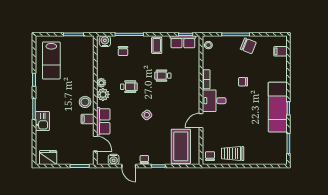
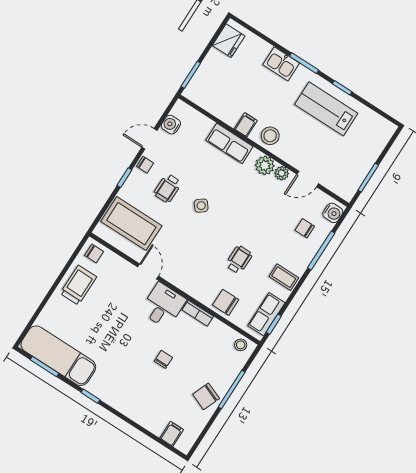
lab bench: (51, 60) -> (326, 109), moved
chair: (191, 68) -> (226, 302), added
wheelchair: (129, 87) -> (168, 188), moved
exam couch: (278, 107) -> (58, 356), moved
door: (95, 144) -> (308, 179), moved

